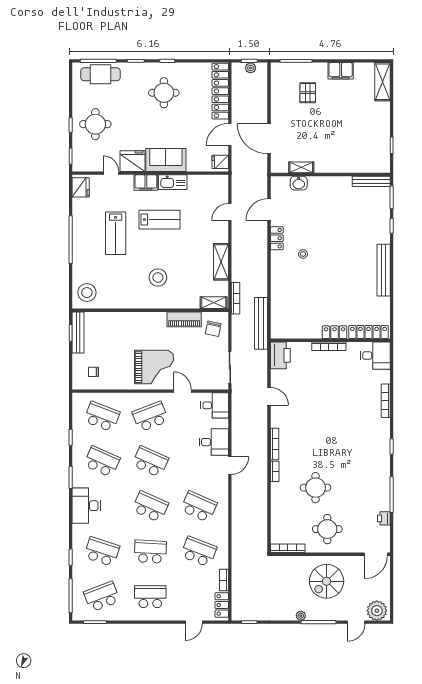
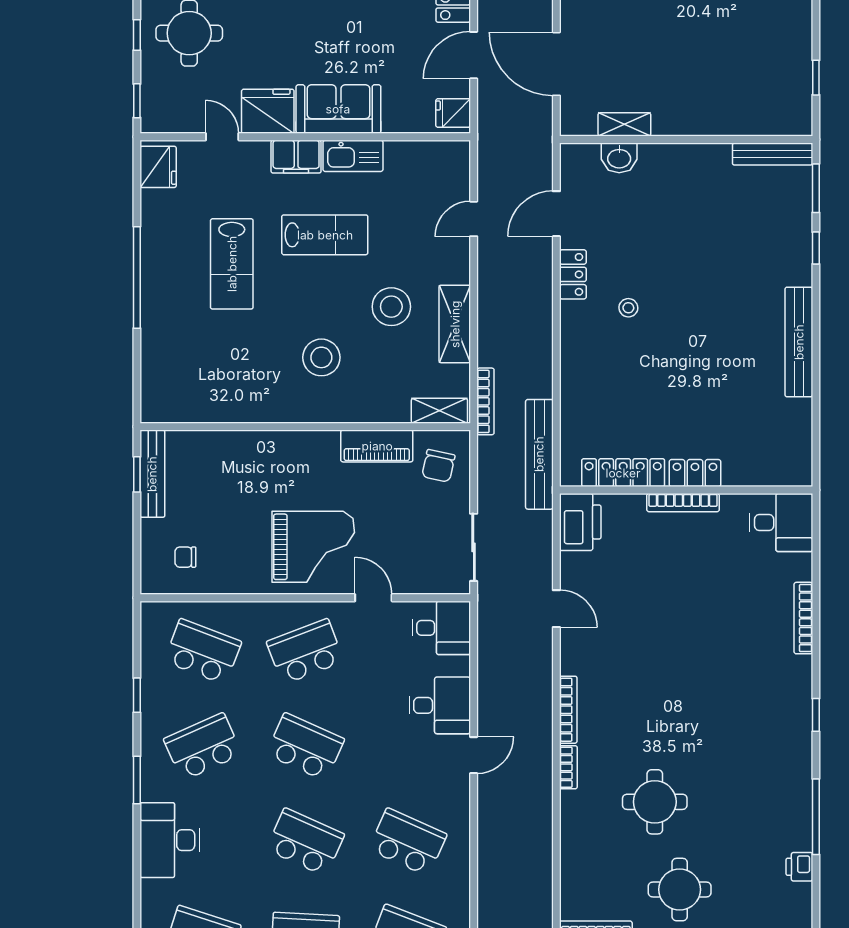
stool: (87, 293) -> (391, 307), moved
locker: (369, 332) -> (623, 473), moved
school desk: (102, 462) -> (203, 747), turned -48

